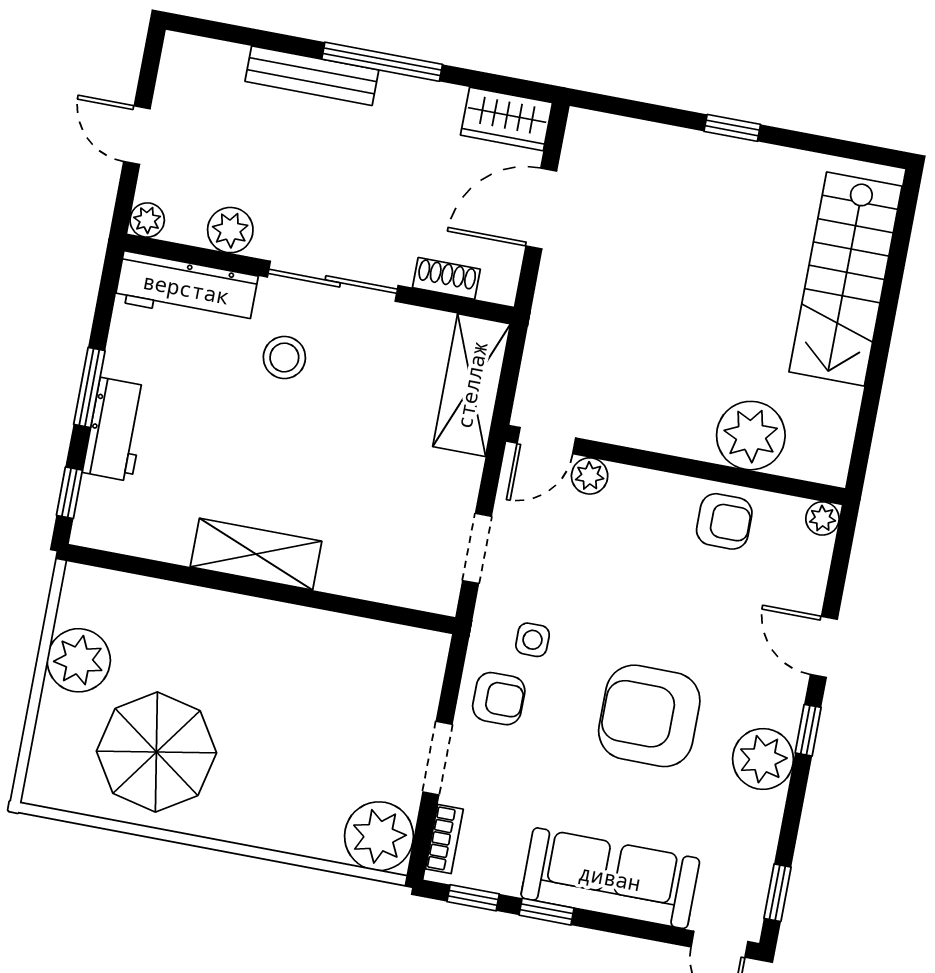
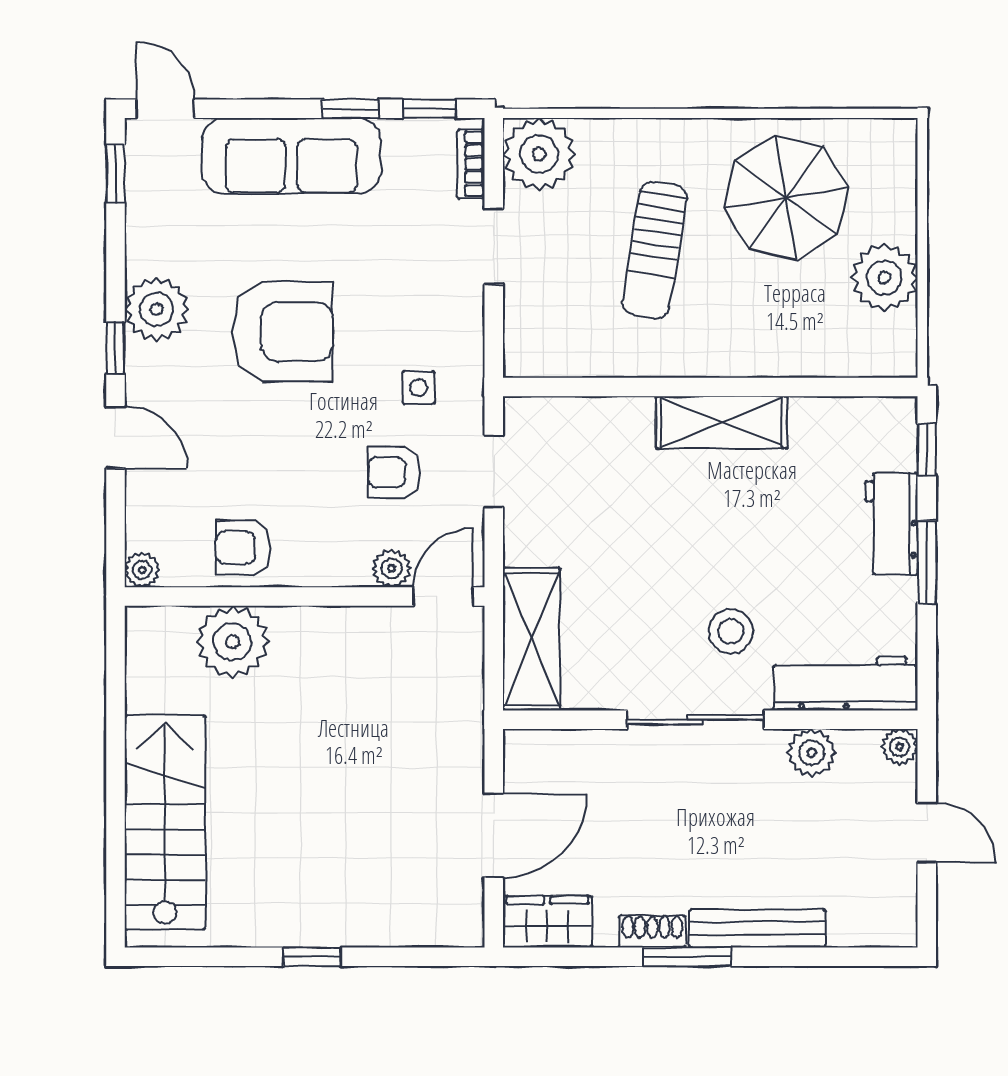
window: (382, 62) -> (687, 957), width x0.69
shoe rack: (446, 278) -> (652, 931), moved, turned 180
armchair: (499, 699) -> (394, 472), moved
sun lounger: (288, 726) -> (655, 250), added

